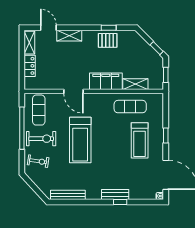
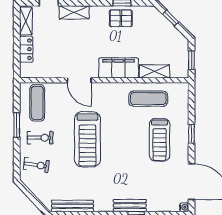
window: (157, 48) -> (171, 18), moved
window: (22, 128) -> (17, 125), width x0.47
exercise bike: (41, 139) -> (40, 138), width x0.73, depth x0.72

